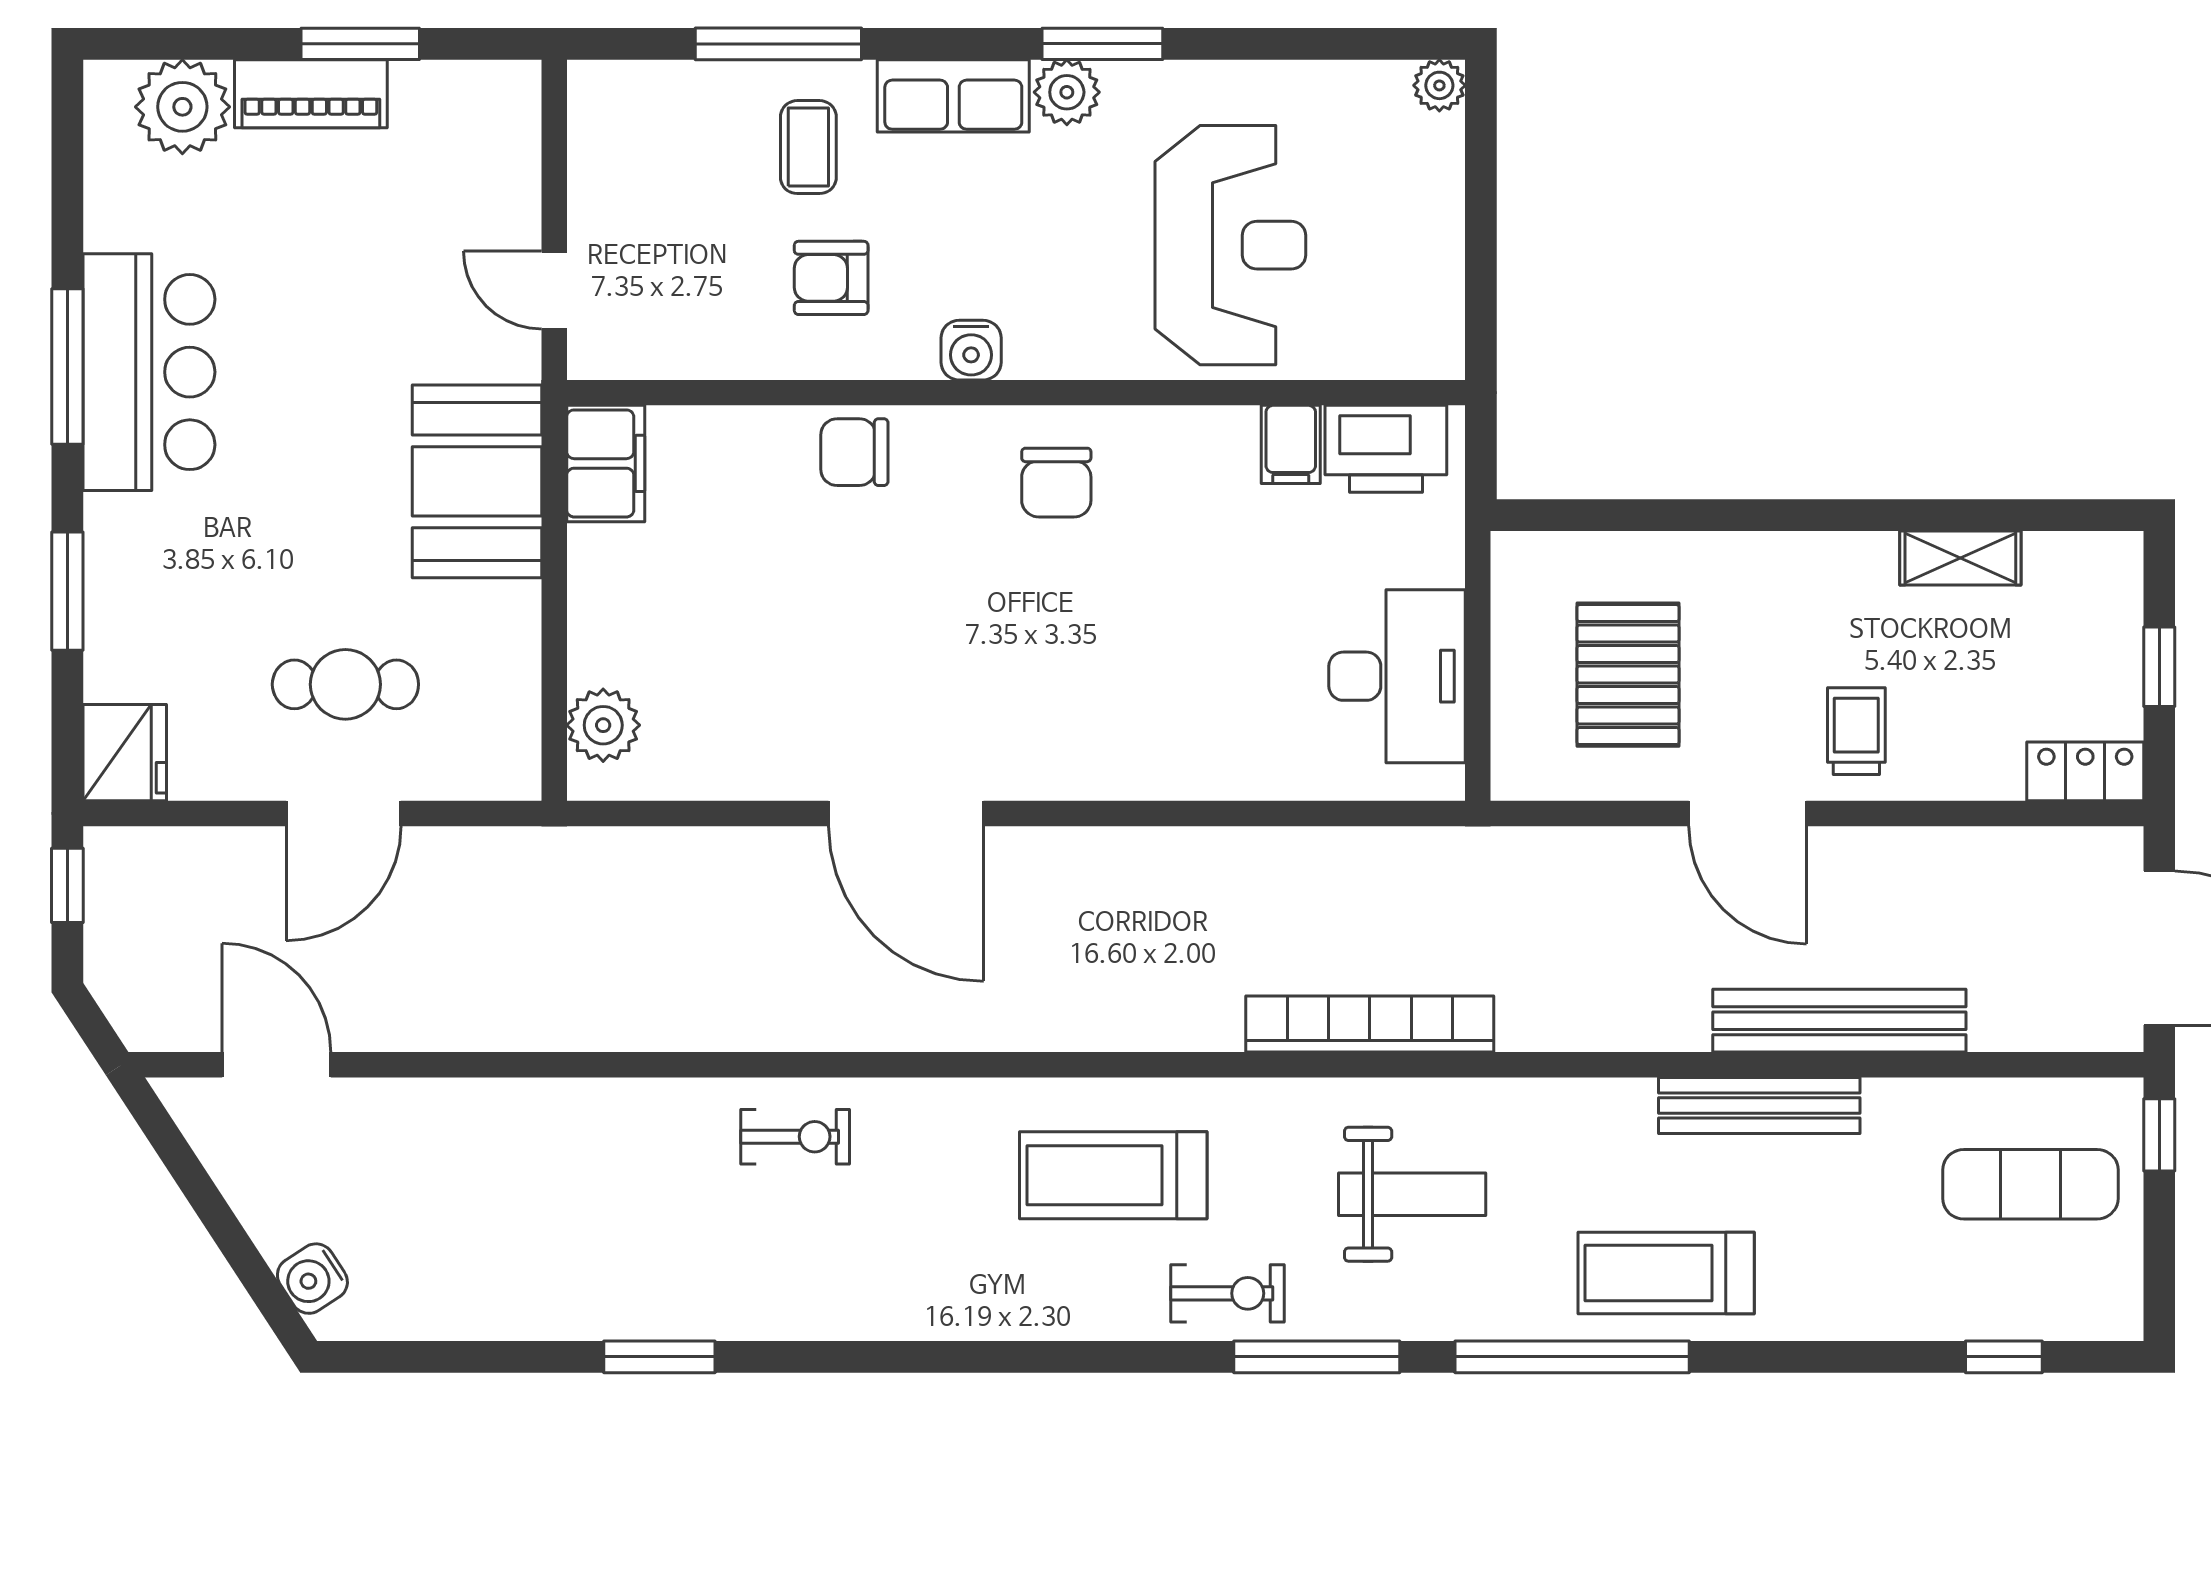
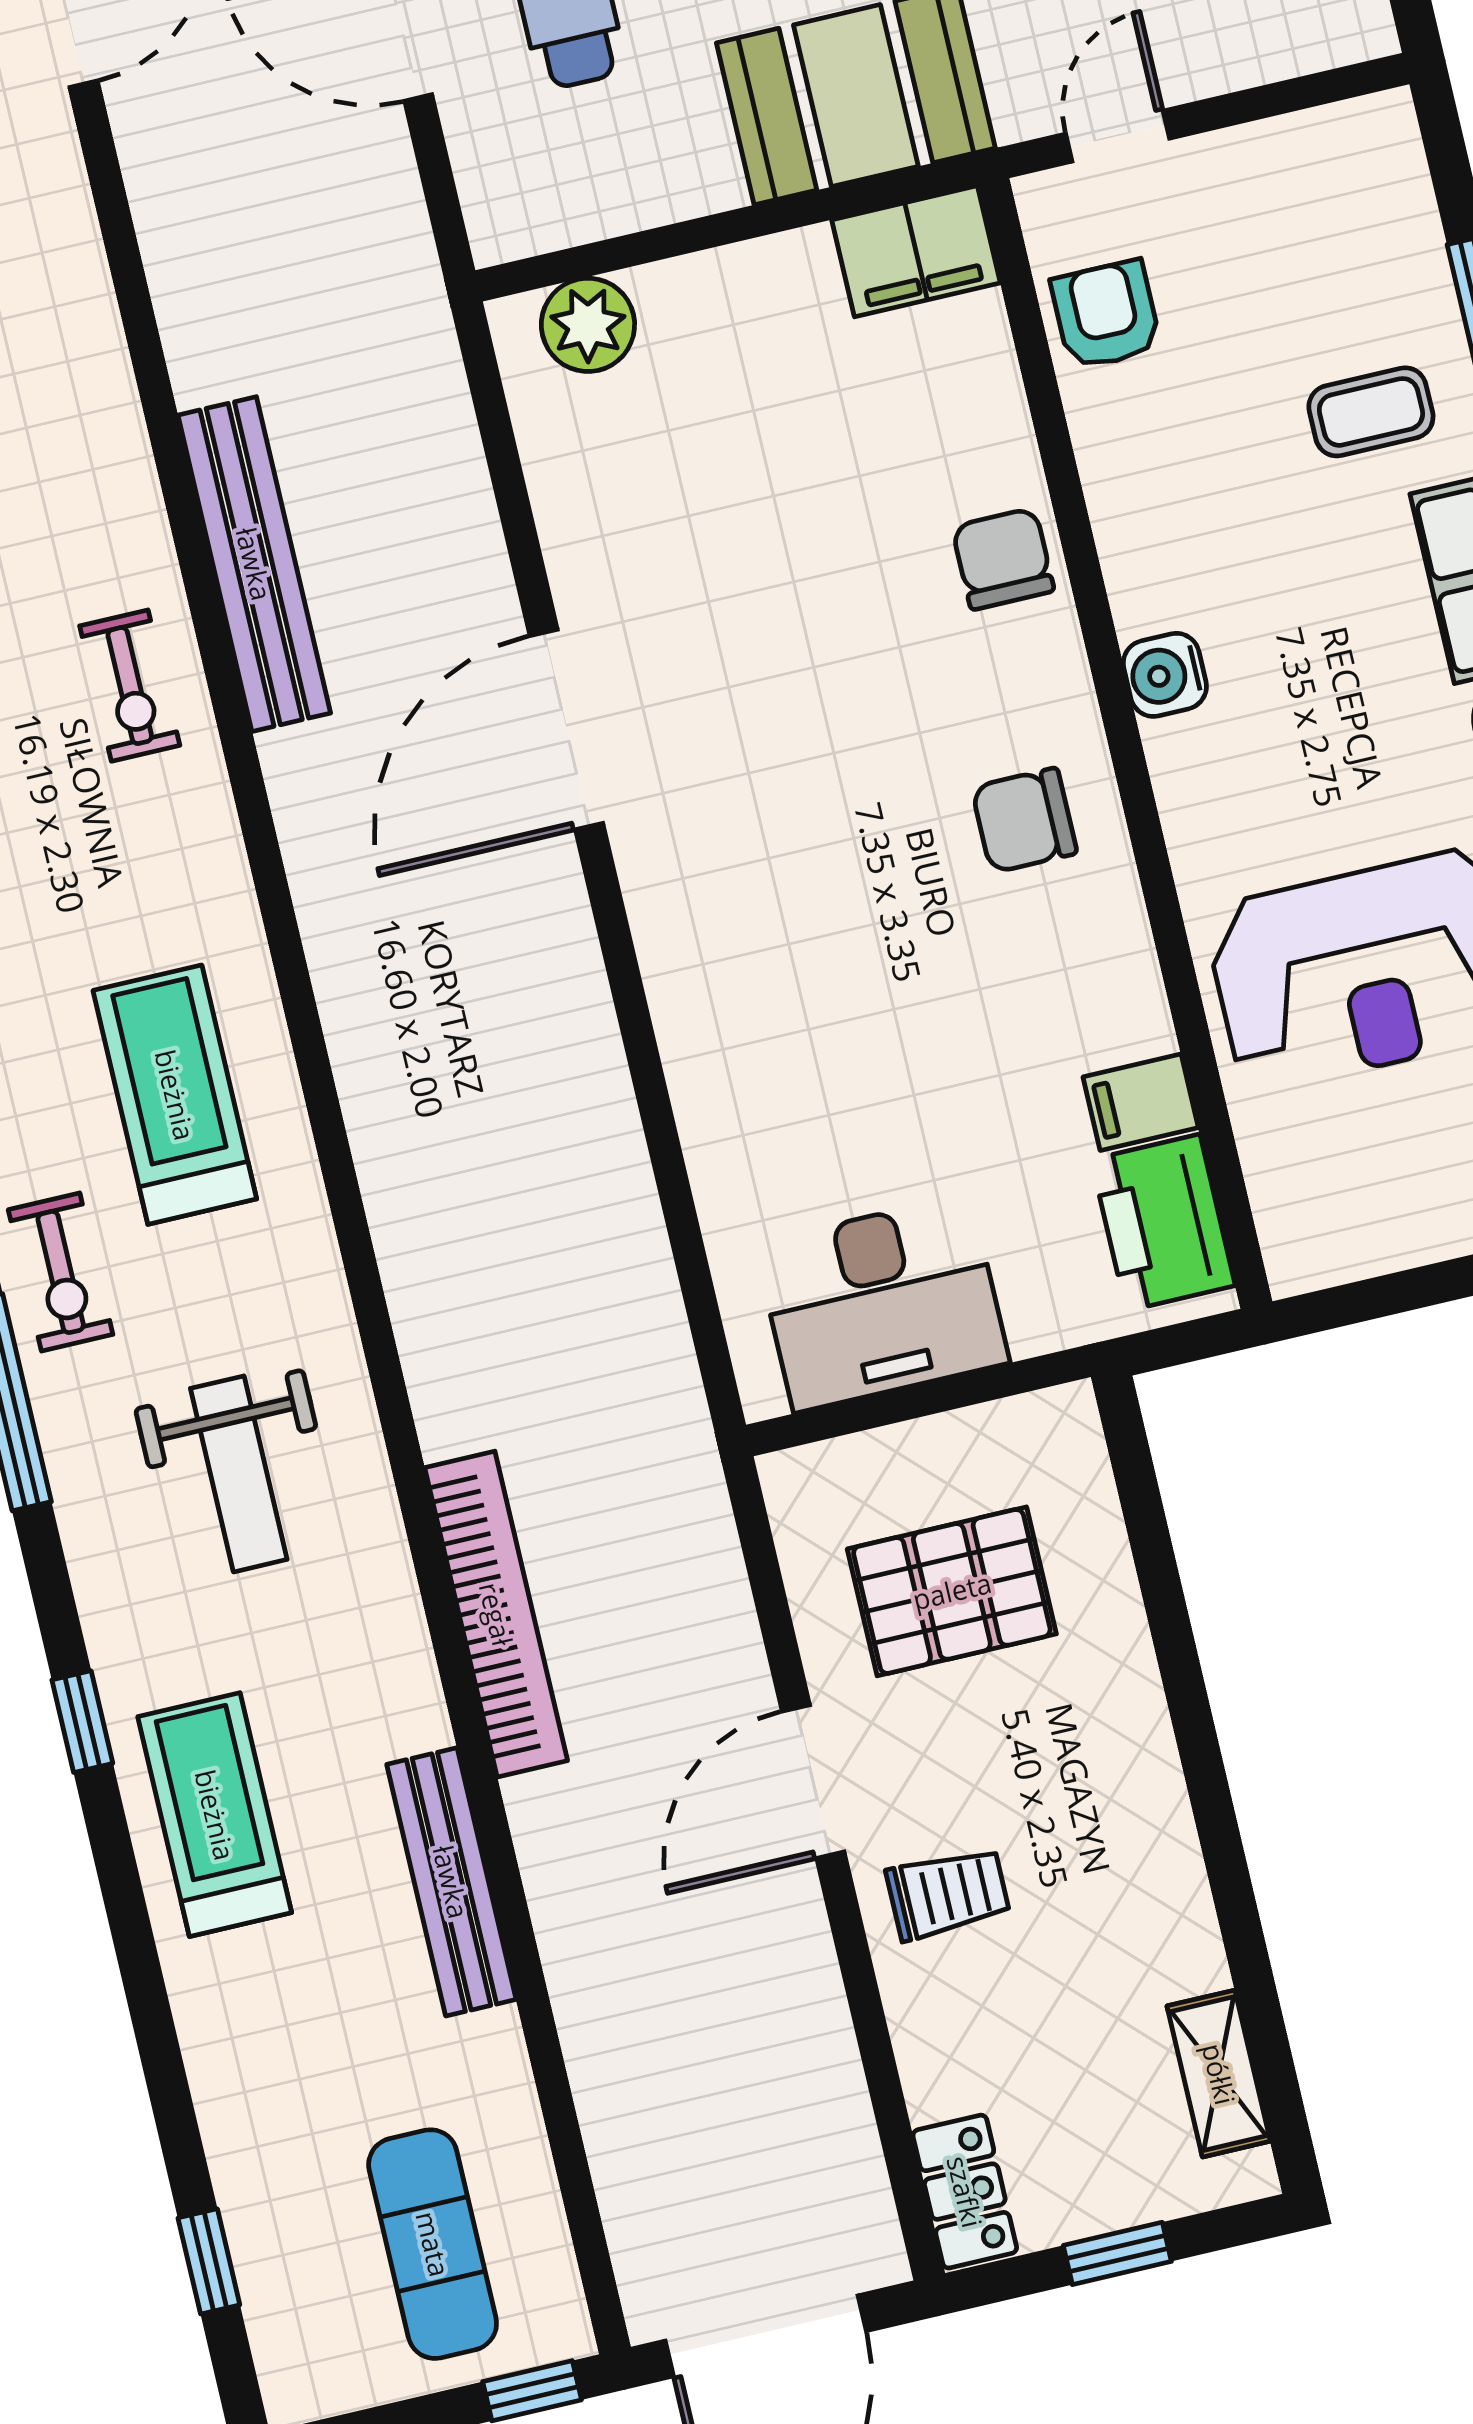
armchair: (831, 278) -> (1106, 315), moved
shelving: (1960, 558) -> (1219, 2074), moved
bench: (1839, 1021) -> (254, 564), moved
bookcase: (1370, 1024) -> (496, 1614), moved
window: (1572, 1357) -> (82, 1722), width x0.32

